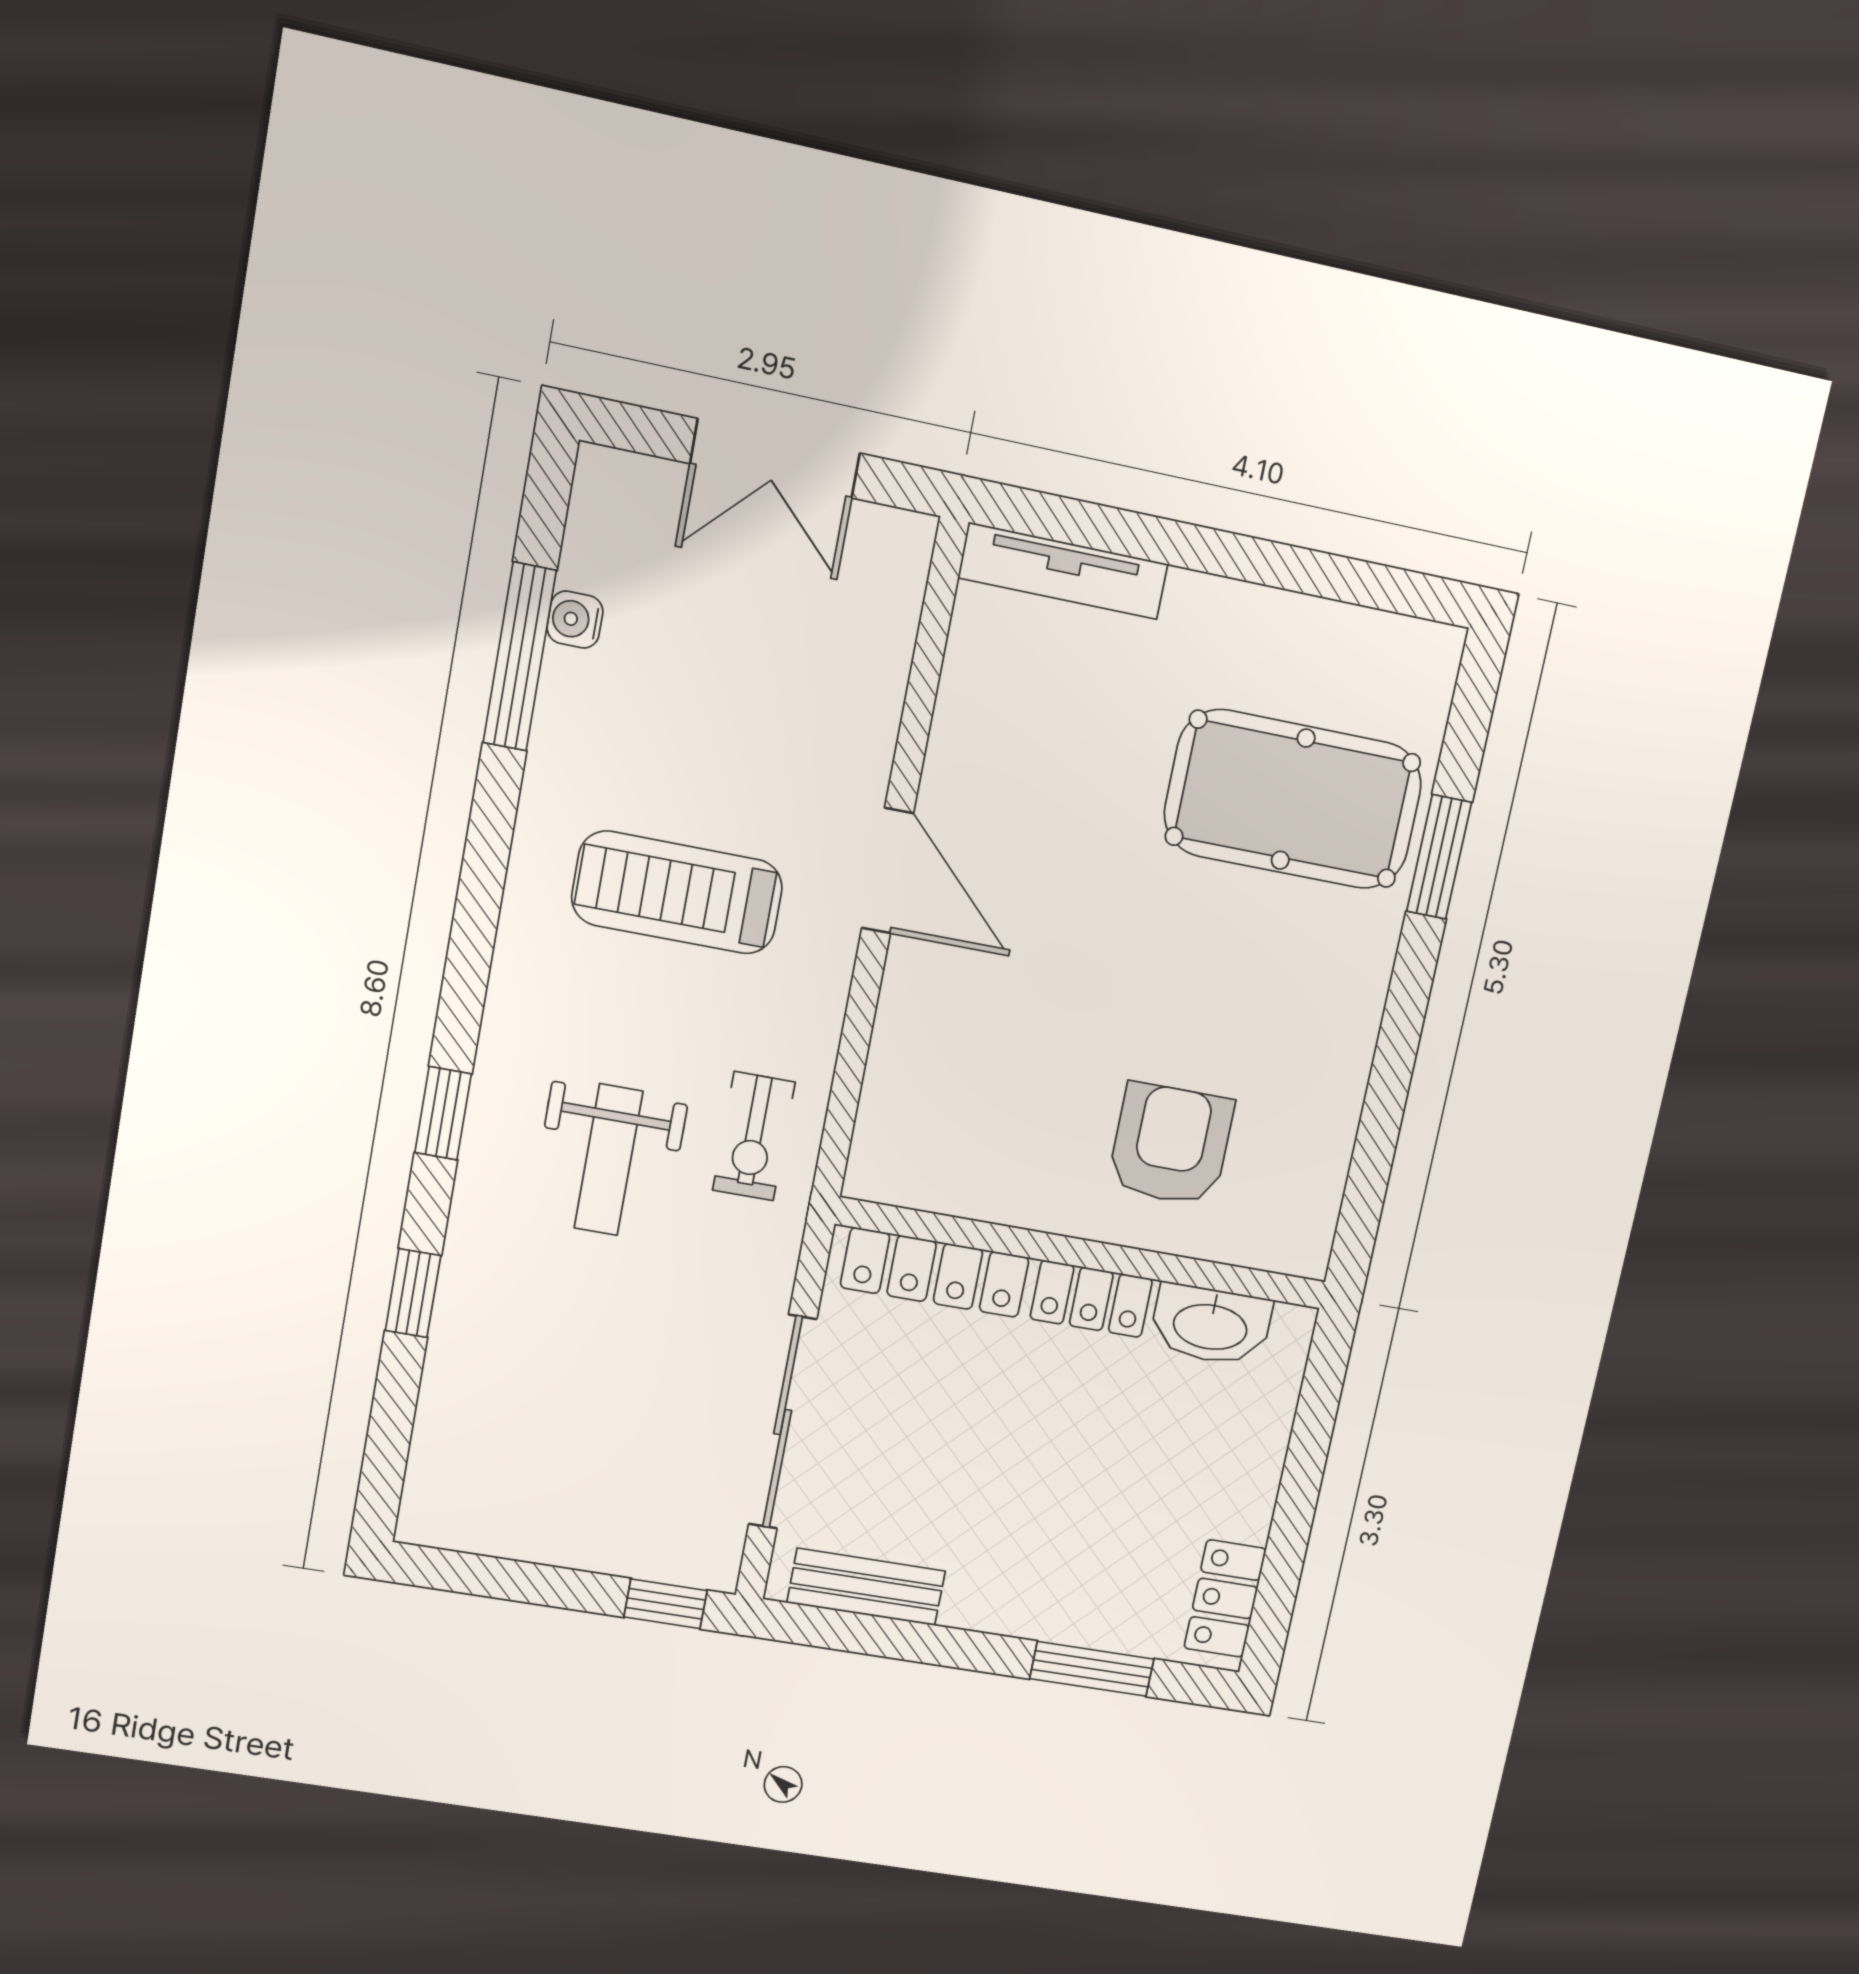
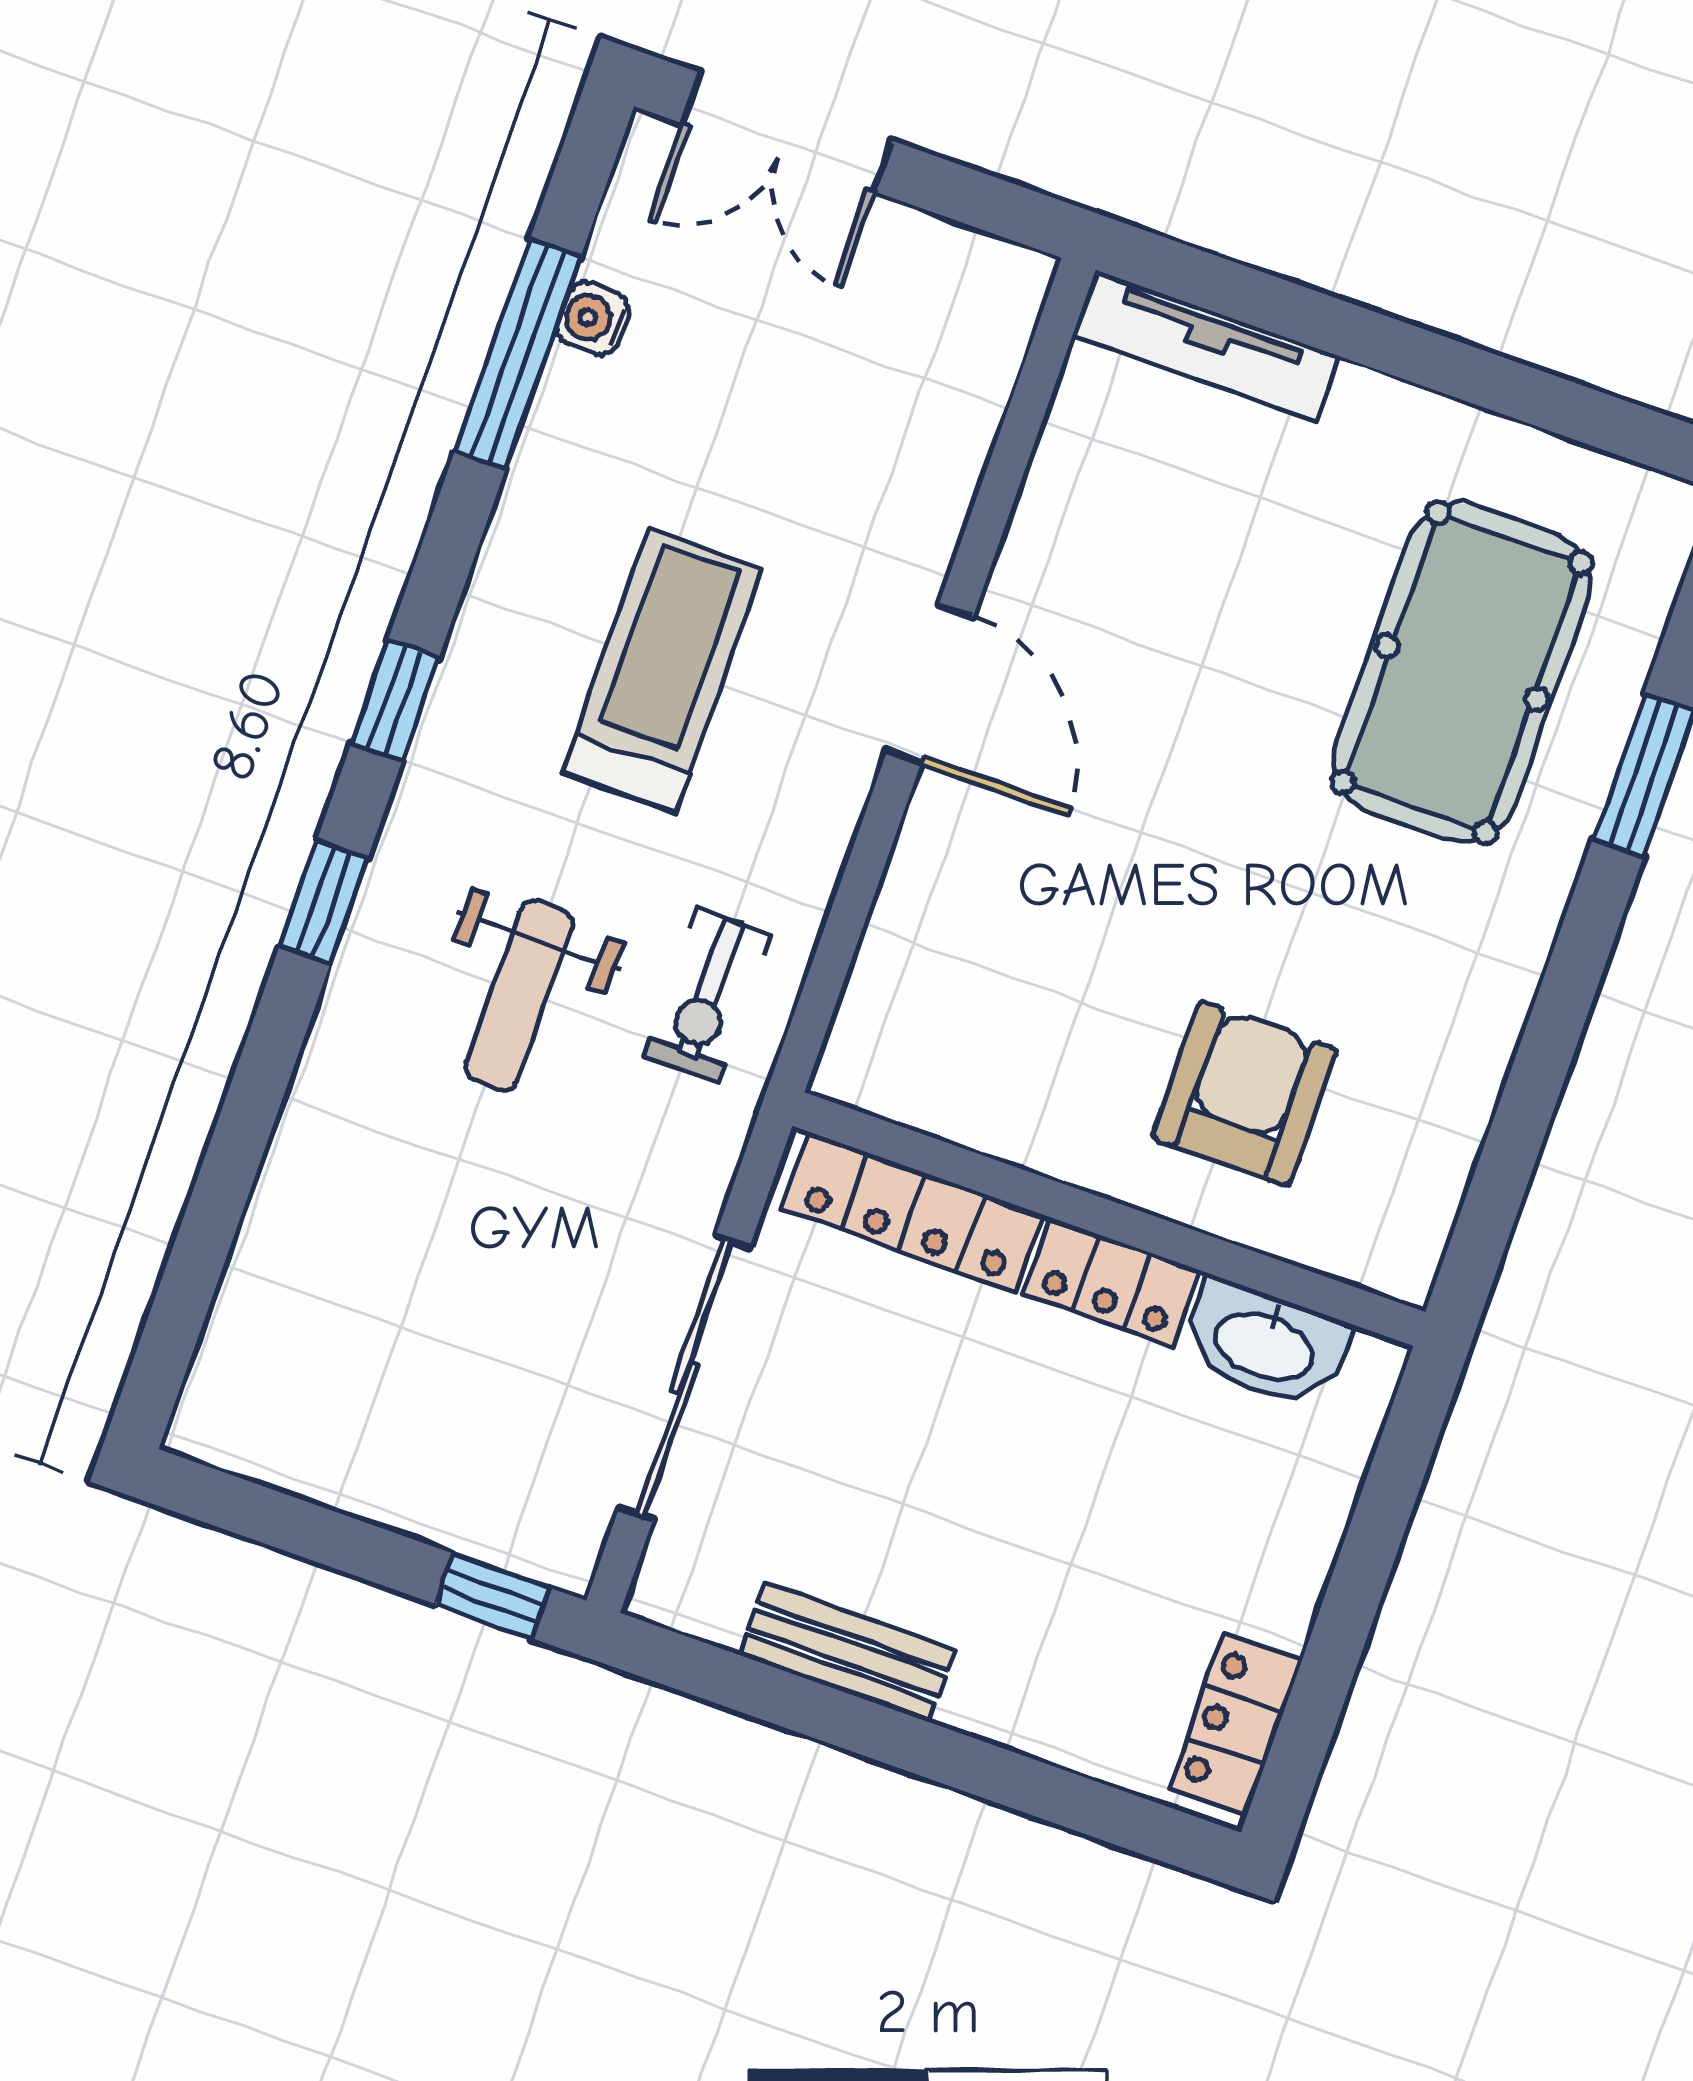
double door: (775, 458) -> (787, 132), moved
pool table: (1293, 799) -> (1462, 672), turned 90
treadmill: (677, 893) -> (662, 671), turned 90
window: (413, 1293) -> (395, 701), moved
bench: (866, 1587) -> (847, 1652), moved
window: (1092, 1669) -> (1042, 1790), removed

